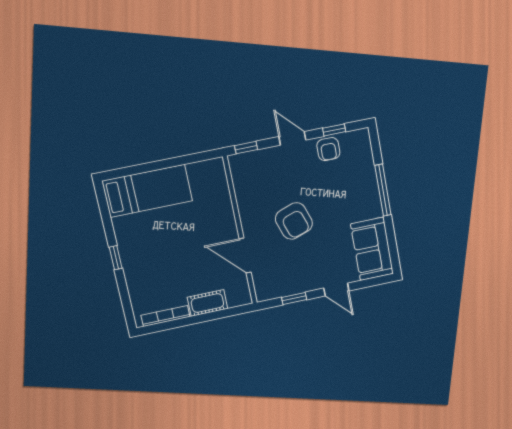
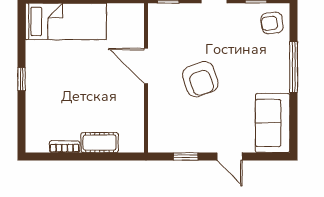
armchair: (328, 149) -> (272, 23), moved, turned 83
door: (245, 256) -> (146, 66), moved
bookcase: (165, 316) -> (65, 147), width x0.64

